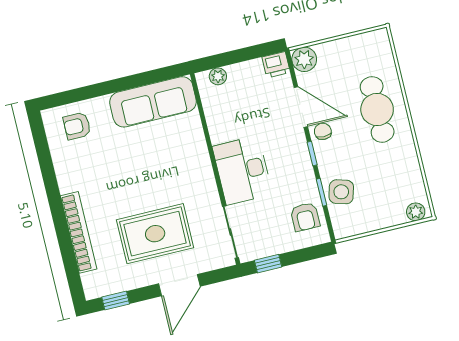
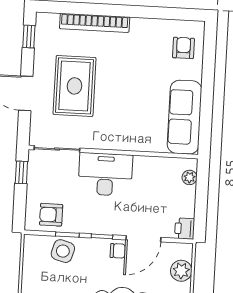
plant: (304, 59) -> (181, 271), moved

